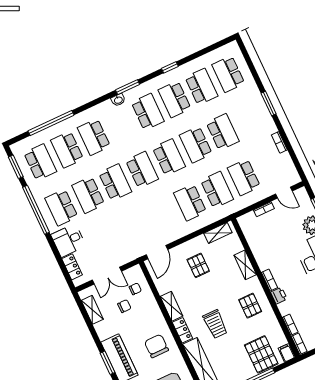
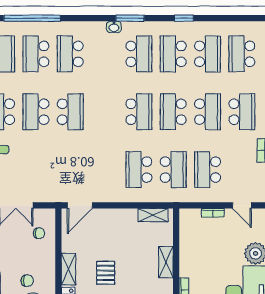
school desk: (142, 170) -> (242, 112), moved
pallet: (198, 265) -> (106, 273), moved
chair: (124, 306) -> (27, 281), moved

